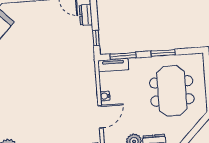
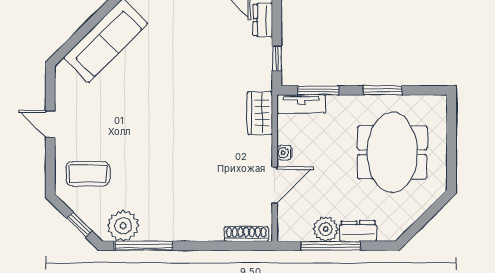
wardrobe: (88, 73) -> (260, 113), added

